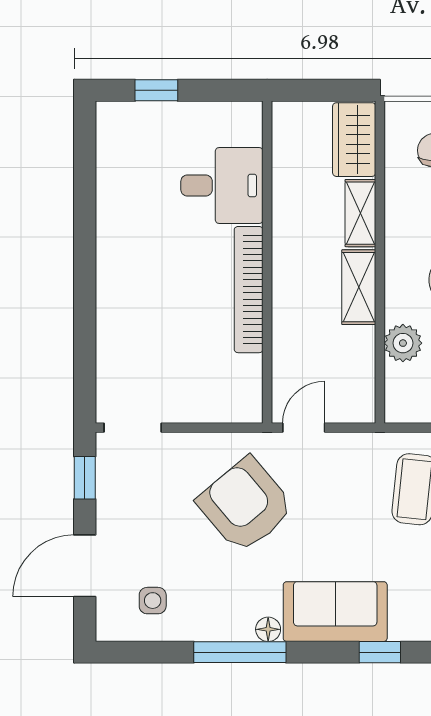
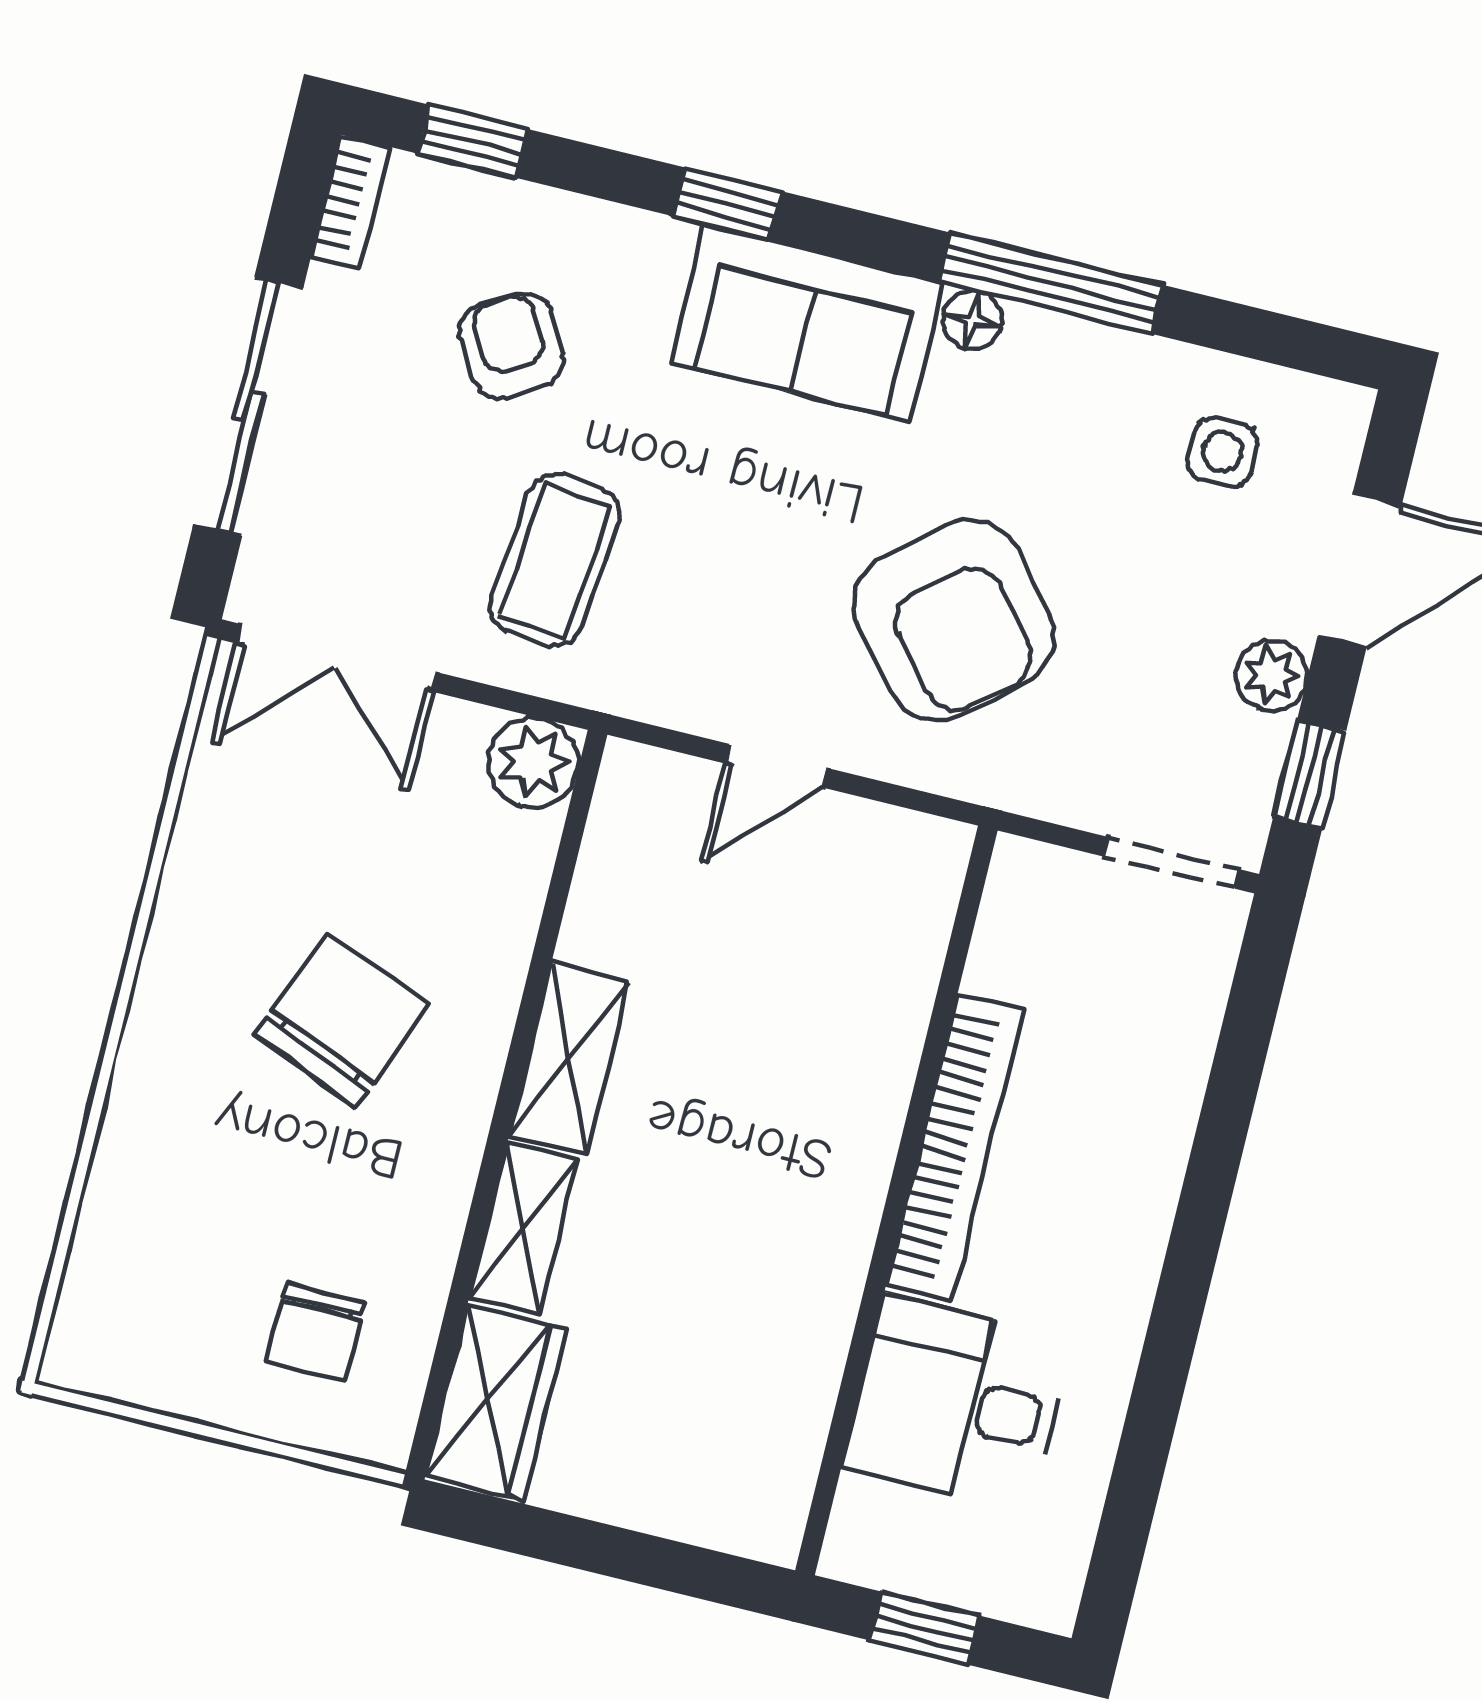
desk: (222, 186) -> (957, 1403), moved
wall: (267, 262) -> (896, 1200), moved
bookcase: (249, 290) -> (955, 1148), moved
plant: (403, 343) -> (533, 763), moved
plant: (110, 514) -> (1271, 675), added

